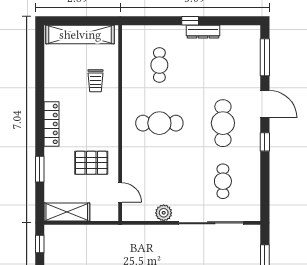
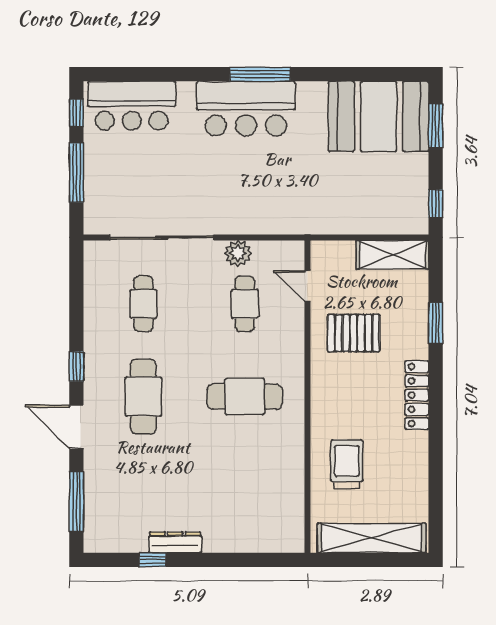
window: (190, 21) -> (152, 560), moved
cafe table: (159, 65) -> (245, 304), moved
trolley: (95, 81) -> (347, 464), width x1.36, depth x1.39

